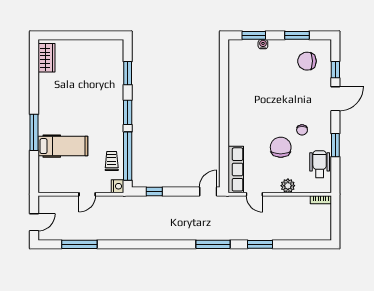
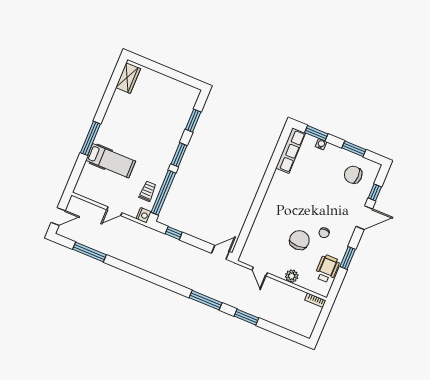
row of seats: (236, 169) -> (291, 151), moved

